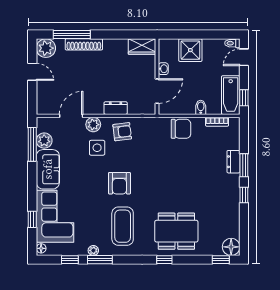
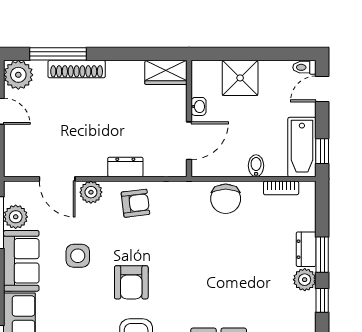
door: (71, 116) -> (57, 179), swing flipped
chair: (181, 129) -> (226, 199), turned 90
side table: (97, 148) -> (78, 256), moved
plant: (232, 182) -> (305, 280), added

